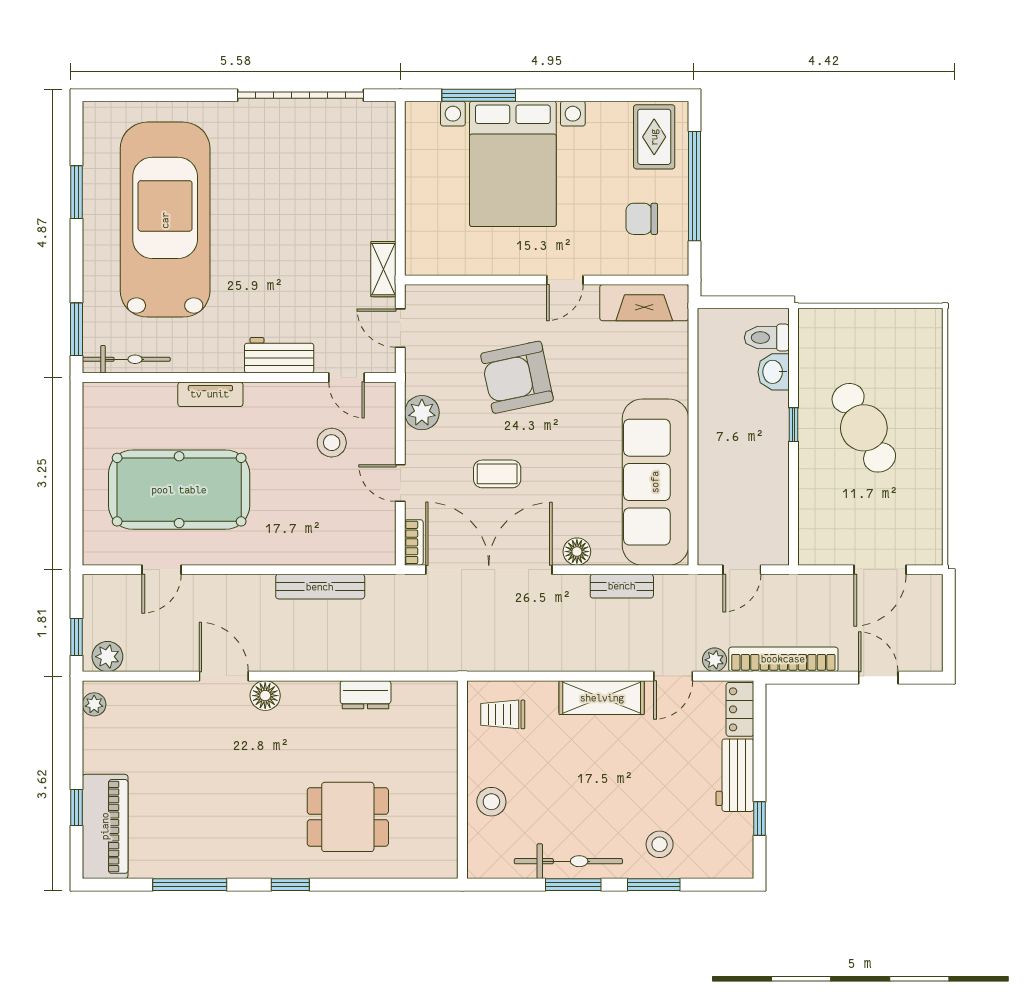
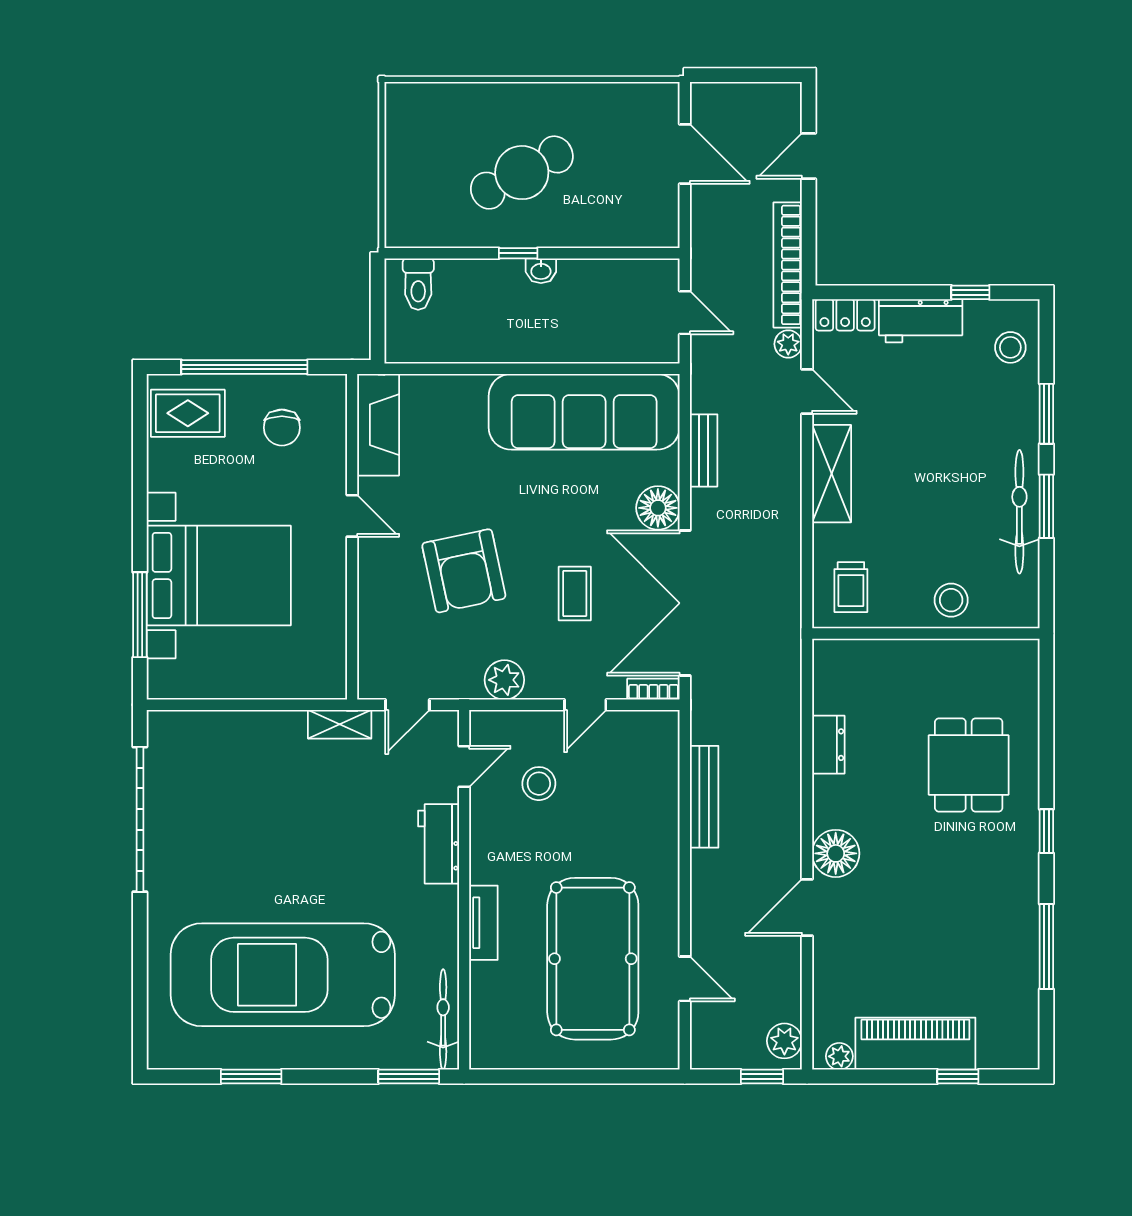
washbasin: (774, 372) -> (541, 271), moved, width x0.72, depth x0.69
floor lamp: (577, 552) -> (658, 508), width x1.38, depth x1.38
floor lamp: (265, 696) -> (836, 853), width x1.38, depth x1.38
piano: (105, 826) -> (915, 1044), moved
stool: (660, 844) -> (1010, 347), moved

